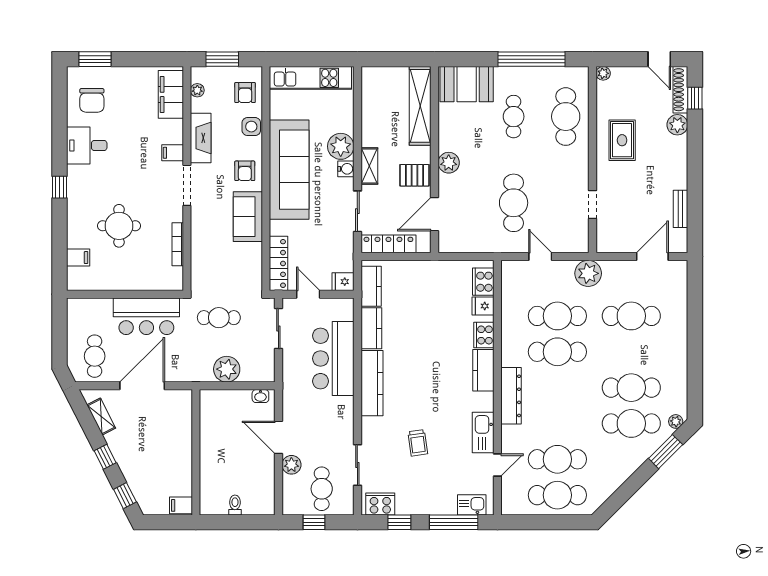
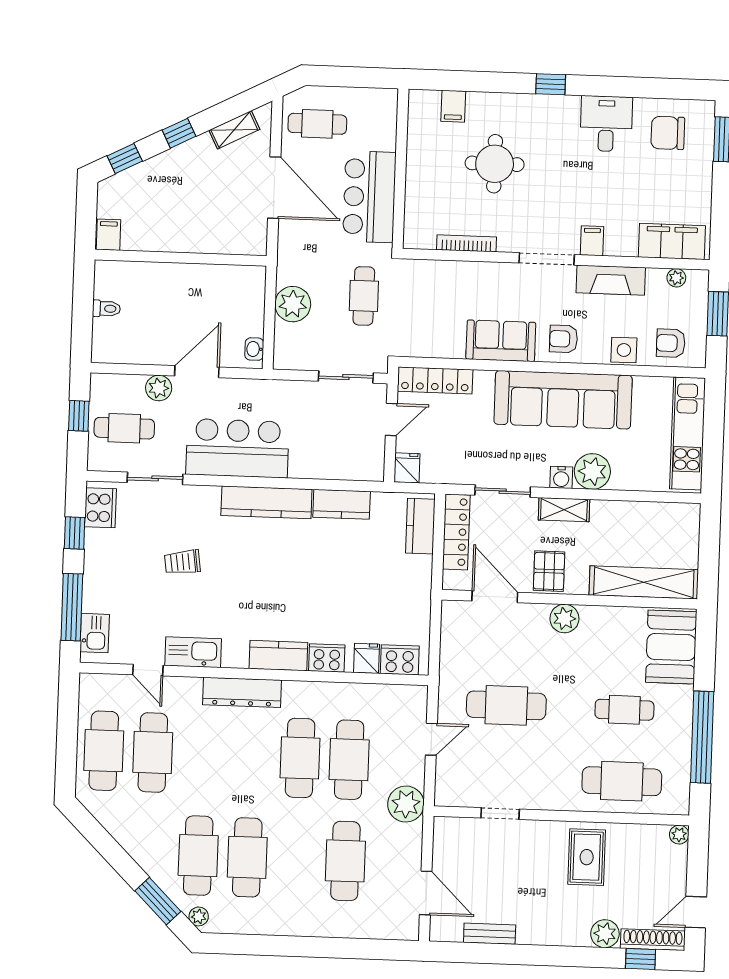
rug: (622, 140) -> (587, 857), turned 90
kitchen counter: (371, 286) -> (420, 526), moved, turned 90
bar counter: (333, 358) -> (237, 448), moved

